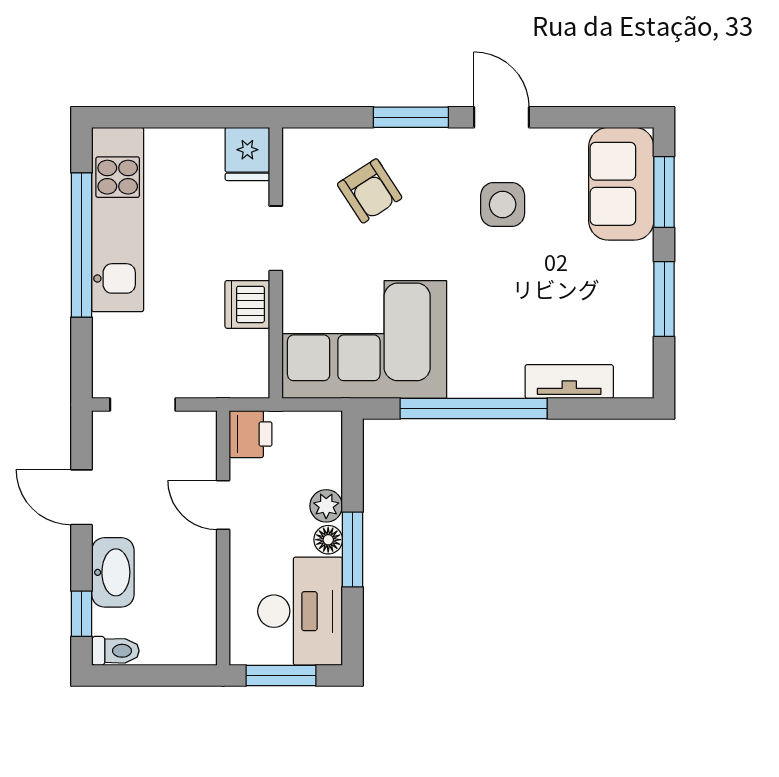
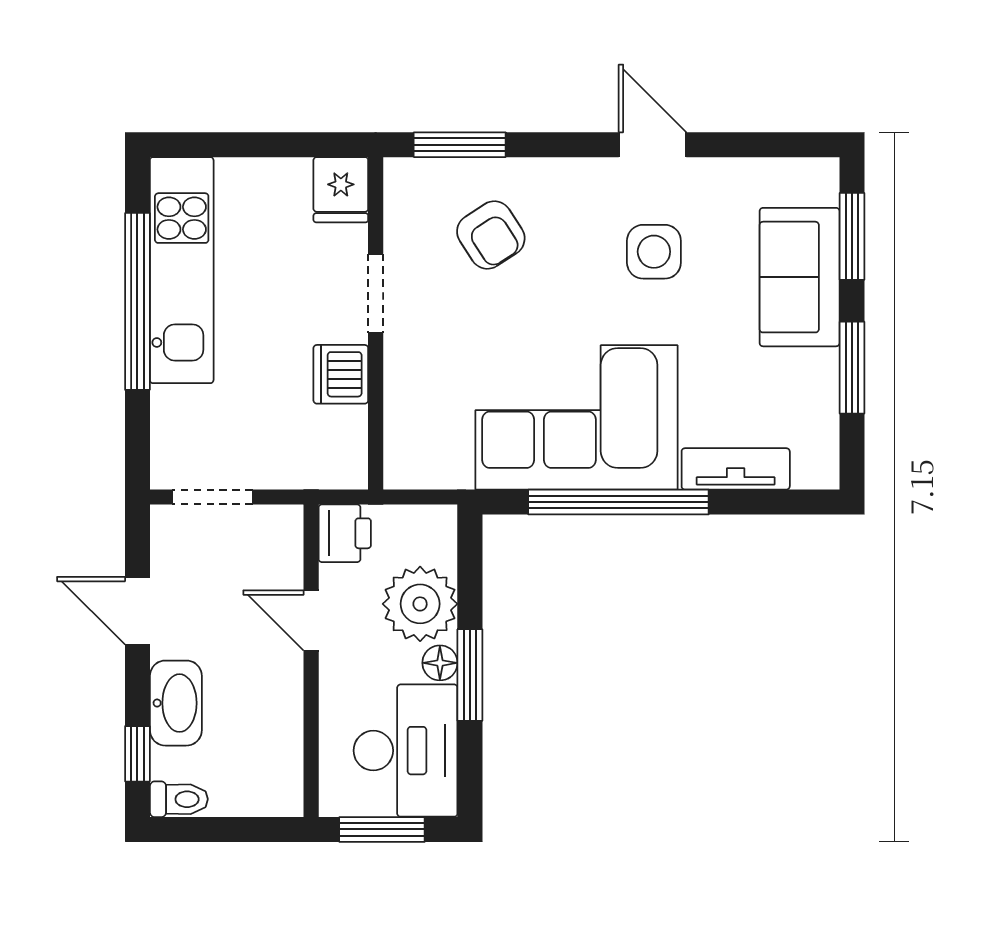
window: (411, 117) -> (460, 145), moved
sofa: (621, 184) -> (800, 277), moved
corner sofa: (364, 340) -> (576, 417), moved
plant: (326, 506) -> (420, 604), width x1.87, depth x1.87

